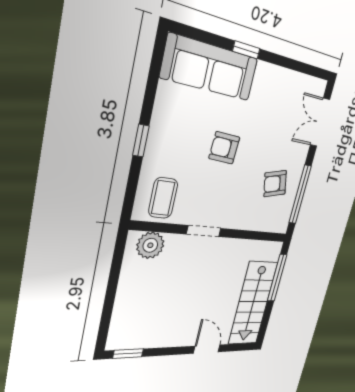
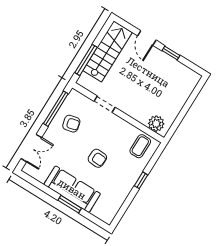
window: (246, 50) -> (70, 204), width x1.50
sofa: (210, 68) -> (72, 189), moved
doorway: (204, 231) -> (105, 104), moved
window: (128, 354) -> (171, 53), moved

